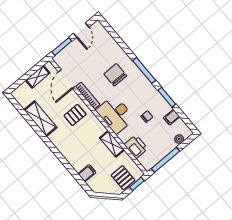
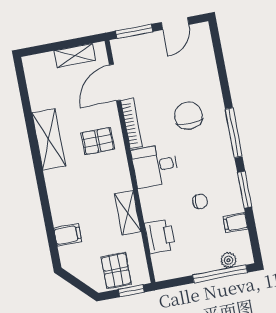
desk: (115, 114) -> (155, 166), width x0.73
shelving: (40, 119) -> (49, 139), moved
window: (165, 160) -> (220, 274), moved

